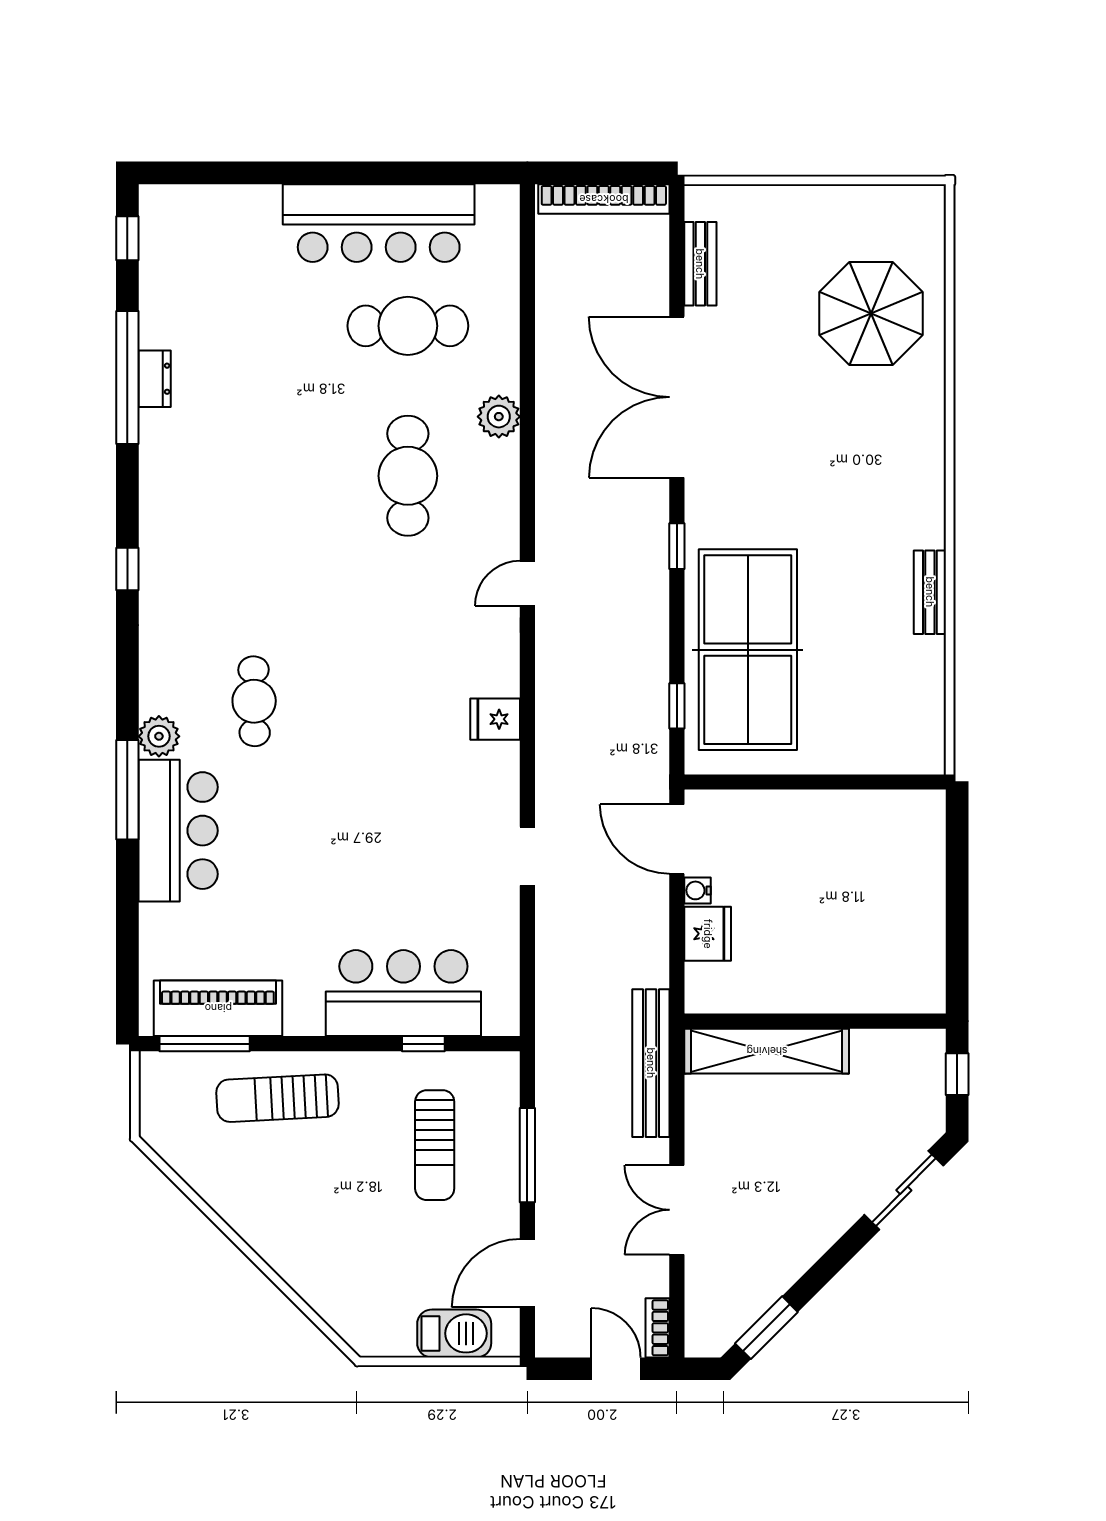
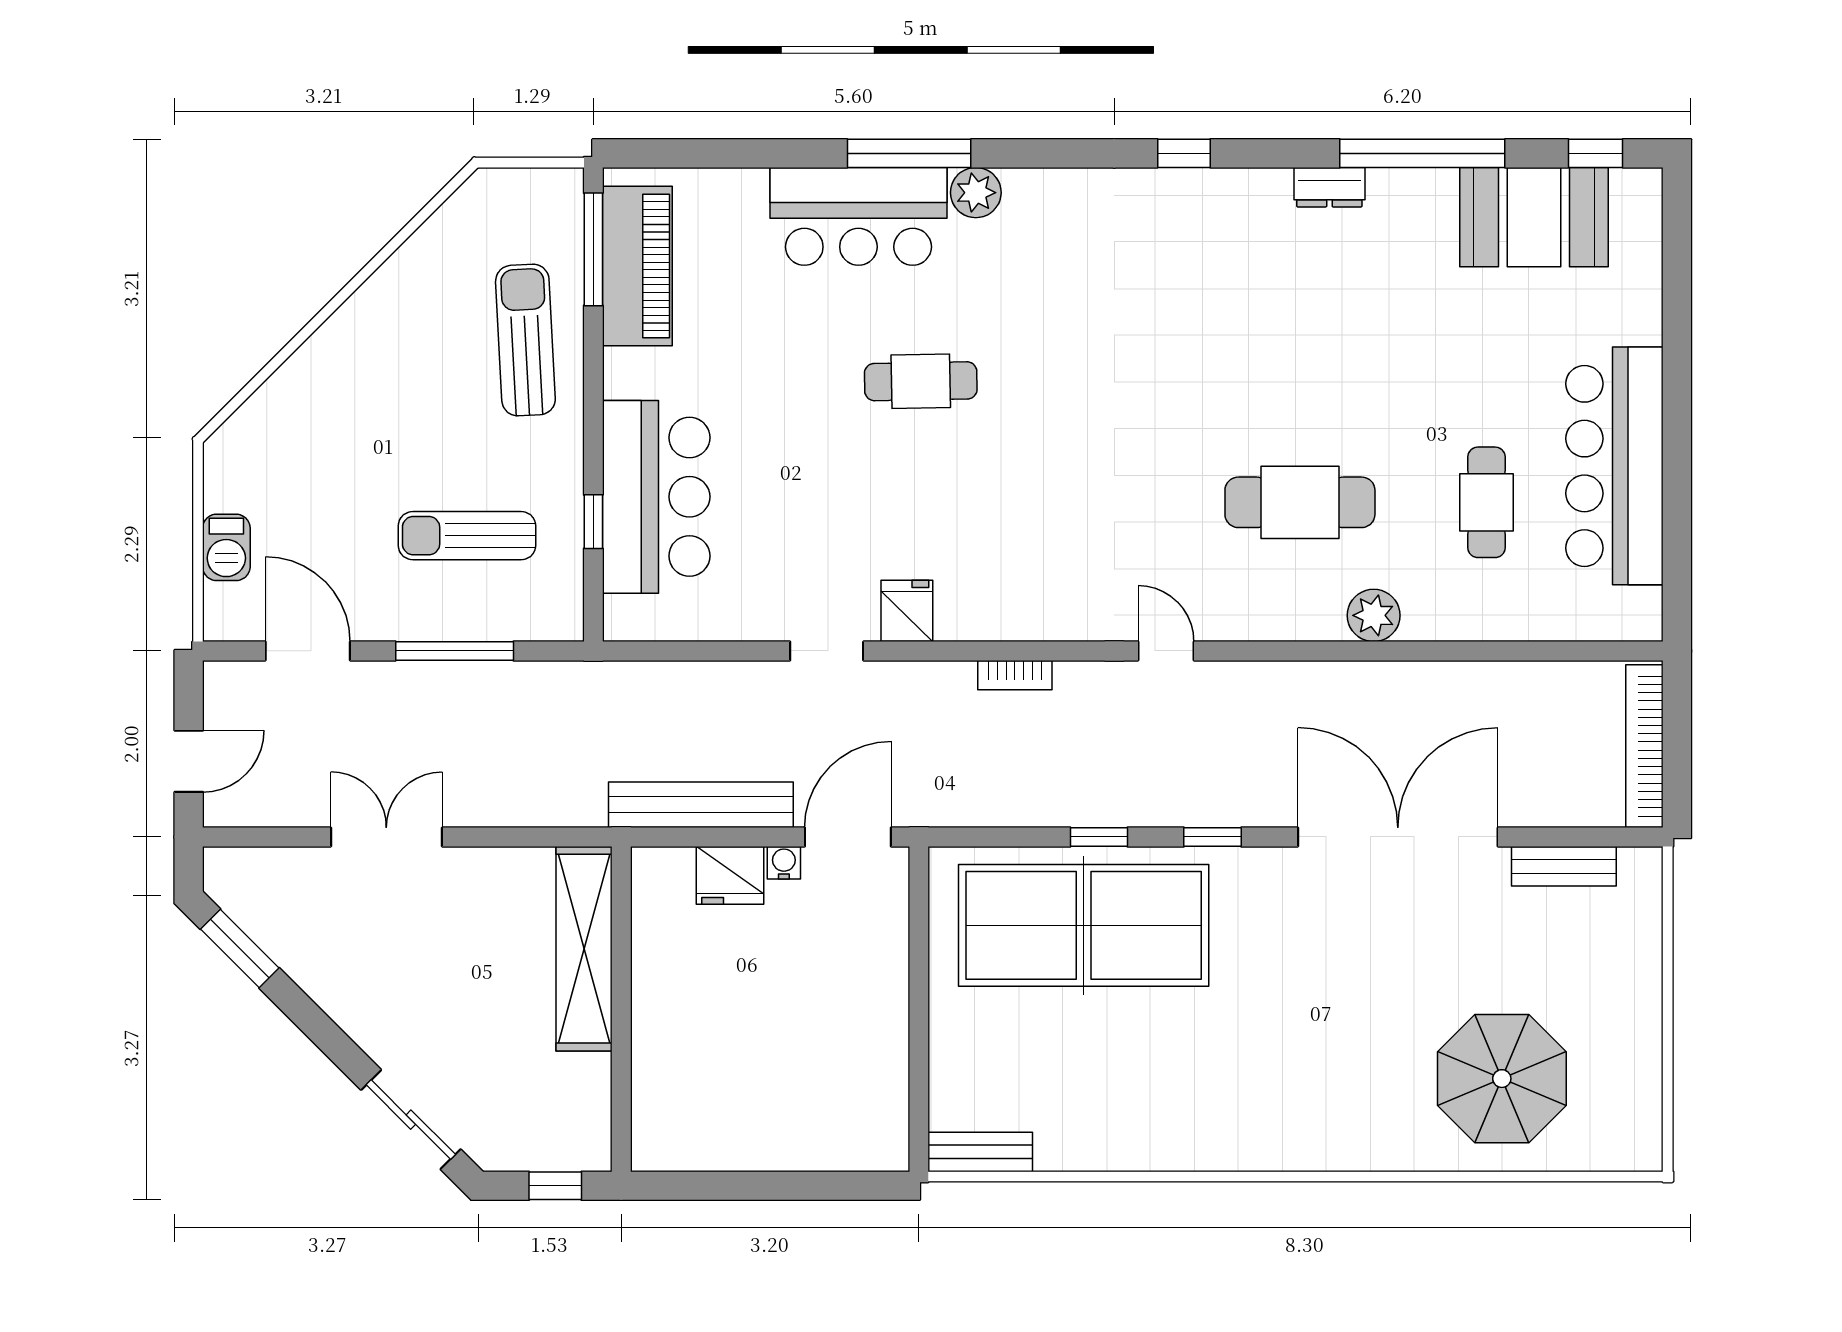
booth: (179, 288) -> (1534, 217), added
cafe table: (408, 326) -> (1486, 502), width x0.73, depth x0.74
dresser: (155, 379) -> (1329, 187), moved
bench: (930, 592) -> (980, 1152), moved
cafe table: (254, 701) -> (921, 381), moved
window: (677, 706) -> (1099, 837), moved
fridge: (495, 719) -> (907, 611), moved
bench: (651, 1063) -> (701, 805), moved
bookcase: (657, 1328) -> (1015, 675), moved, turned 180
barbecue: (454, 1333) -> (226, 547), width x0.73, depth x0.79

